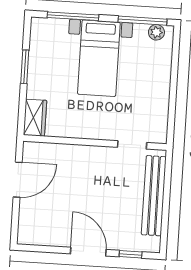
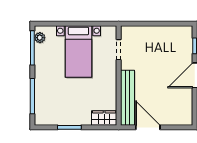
bed with nightstands: (99, 58) -> (78, 51), moved, turned 90
bench: (154, 196) -> (128, 98), moved, turned 90

